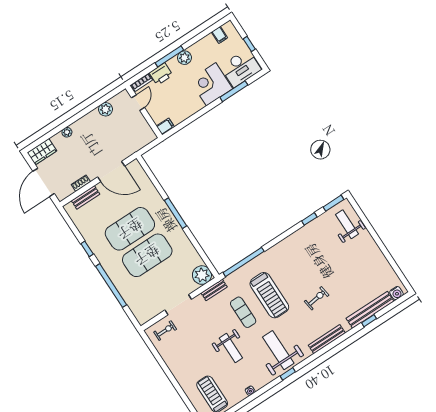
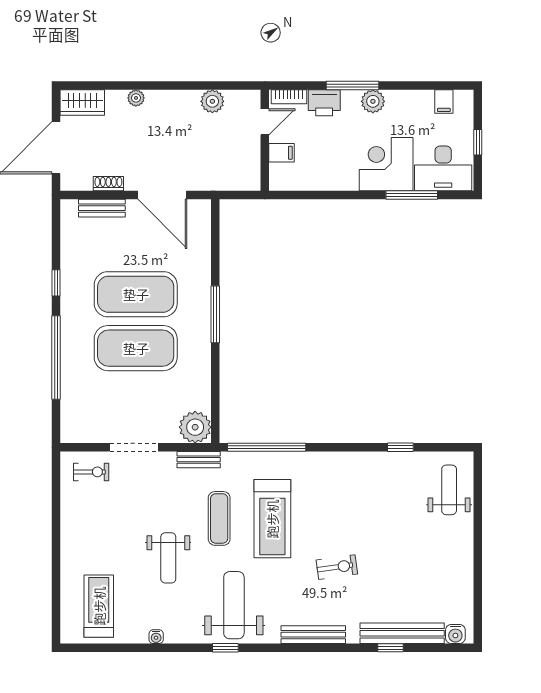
filing cabinet: (165, 126) -> (282, 153), moved
window: (333, 203) -> (449, 447), removed

